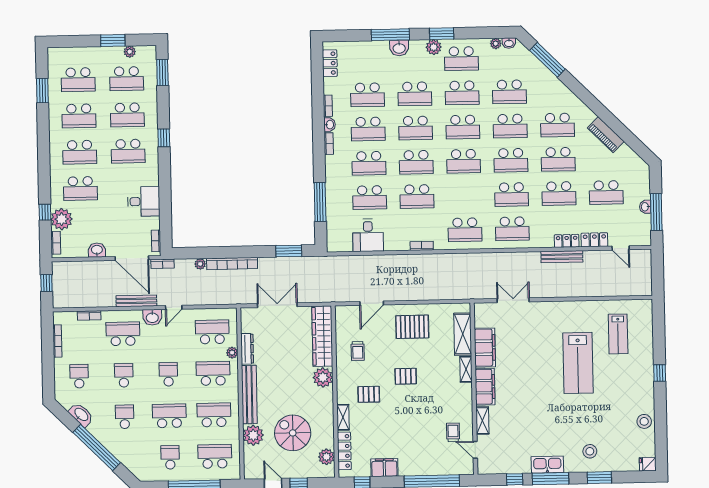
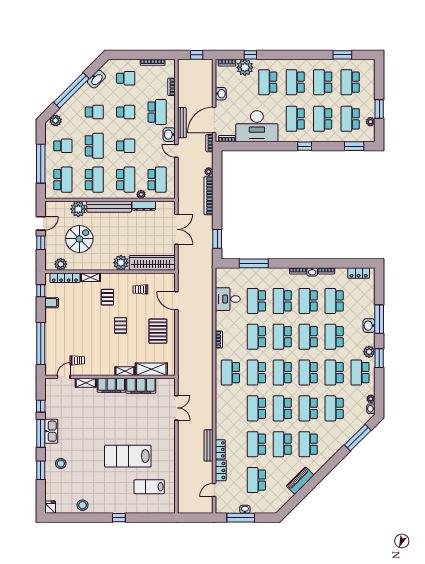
desk: (144, 201) -> (257, 126), width x1.87, depth x1.30
school desk: (512, 229) -> (256, 373), moved
plant: (137, 468) -> (56, 121), added
filing cabinet: (384, 468) -> (52, 303), width x0.50

